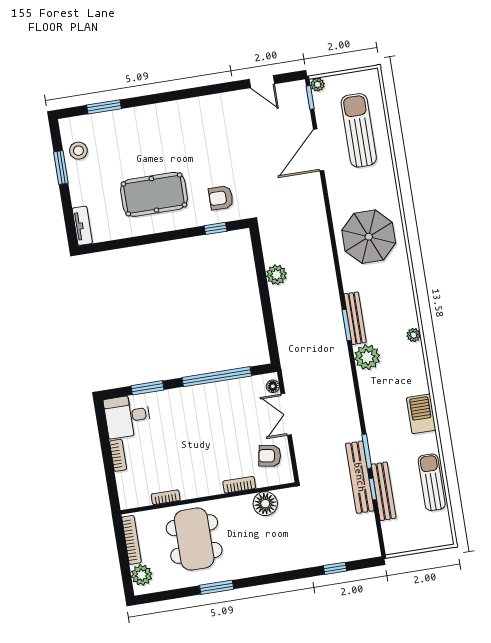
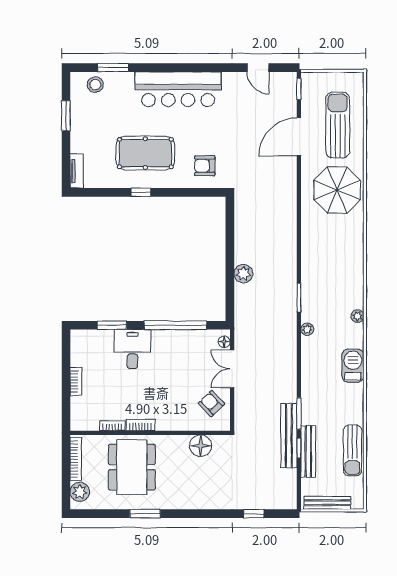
plant: (317, 85) -> (307, 78), removed
bar counter: (179, 119) -> (178, 89), added
stool: (78, 151) -> (95, 85), moved
window: (215, 228) -> (141, 192), moved
parasol: (369, 237) -> (337, 190), moved
plant: (276, 275) -> (243, 274), moved
bench: (355, 318) -> (327, 503), moved, turned 90
plant: (367, 357) -> (307, 329), width x0.53, depth x0.53
barbecue: (421, 414) -> (353, 366), moved
desk: (127, 416) -> (132, 349), moved, turned 90
armchair: (270, 456) -> (211, 404), turned 36
sun lounger: (432, 482) -> (353, 450), turned 180
bookcase: (239, 485) -> (141, 425), moved

